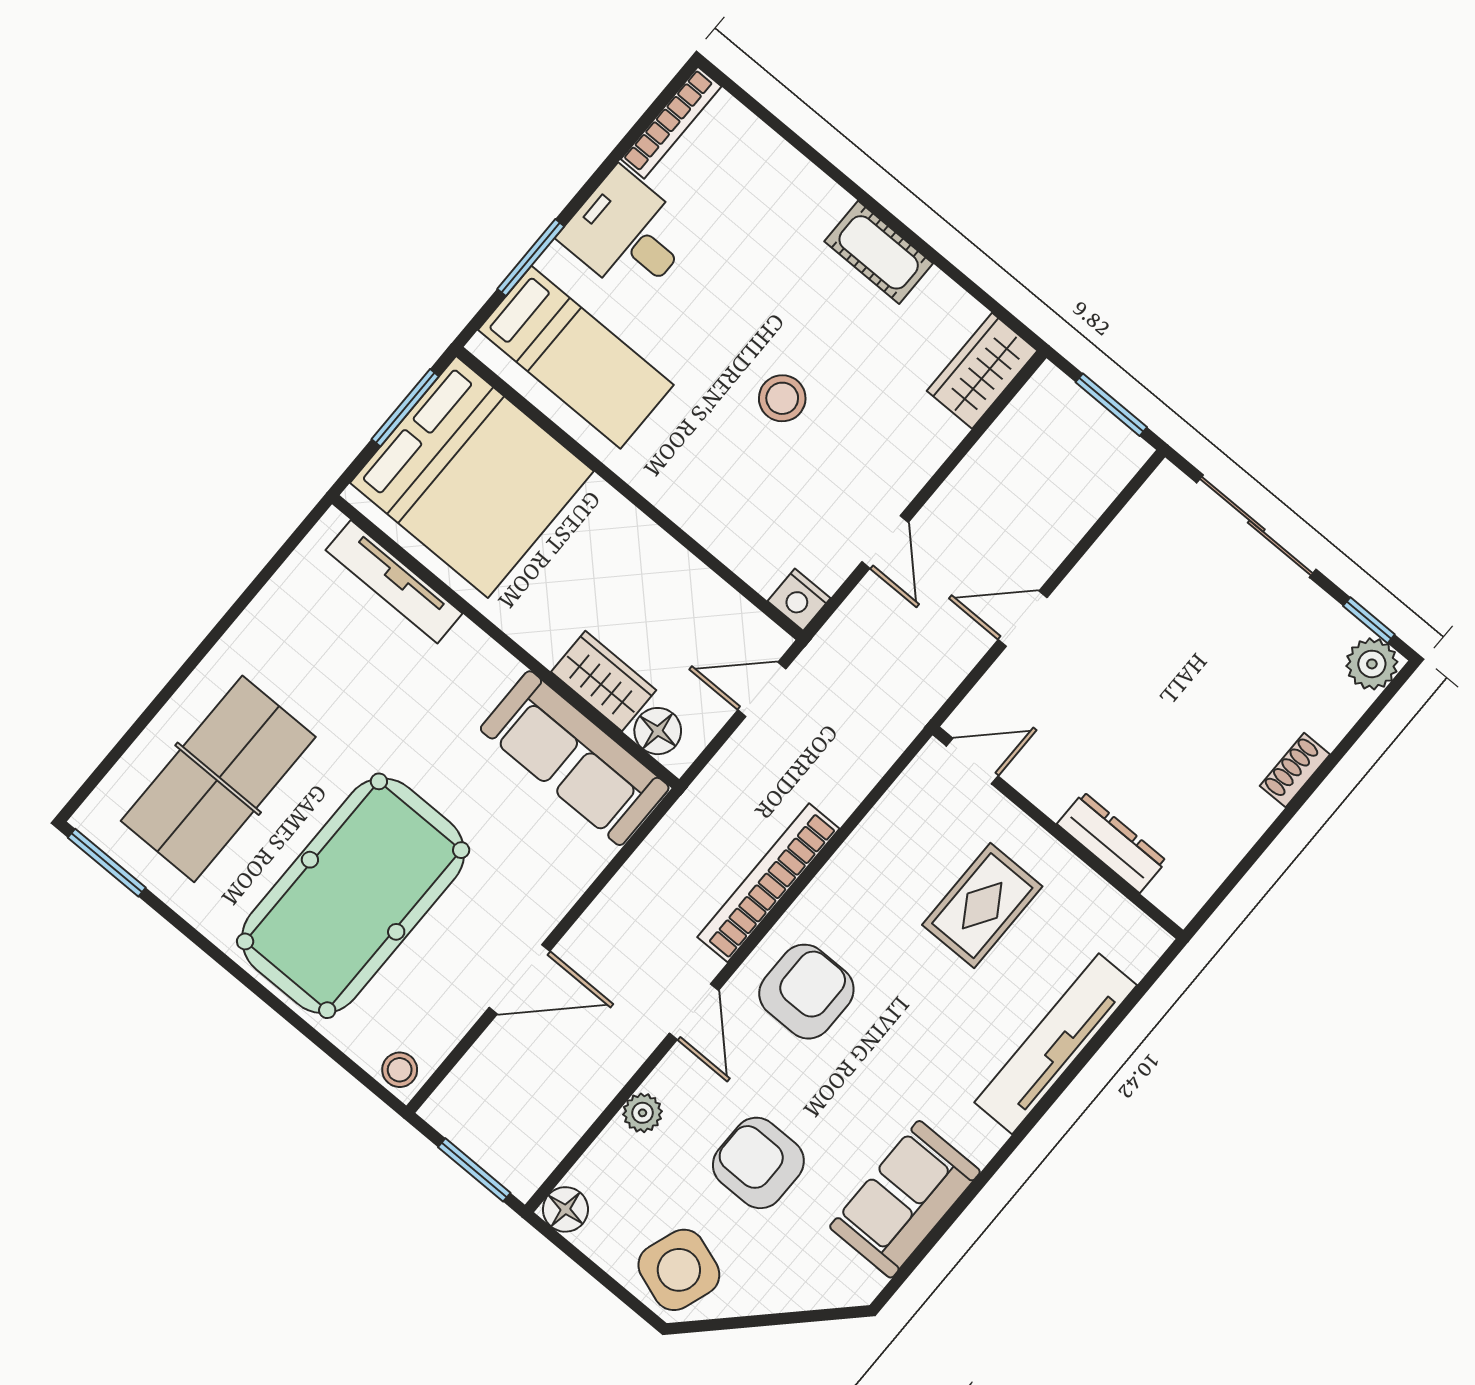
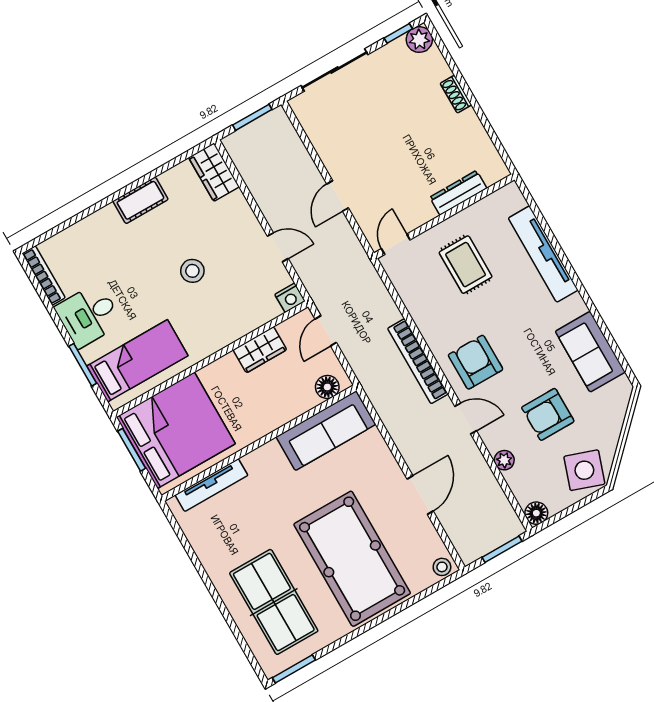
wardrobe: (604, 681) -> (260, 350), moved, turned 180

